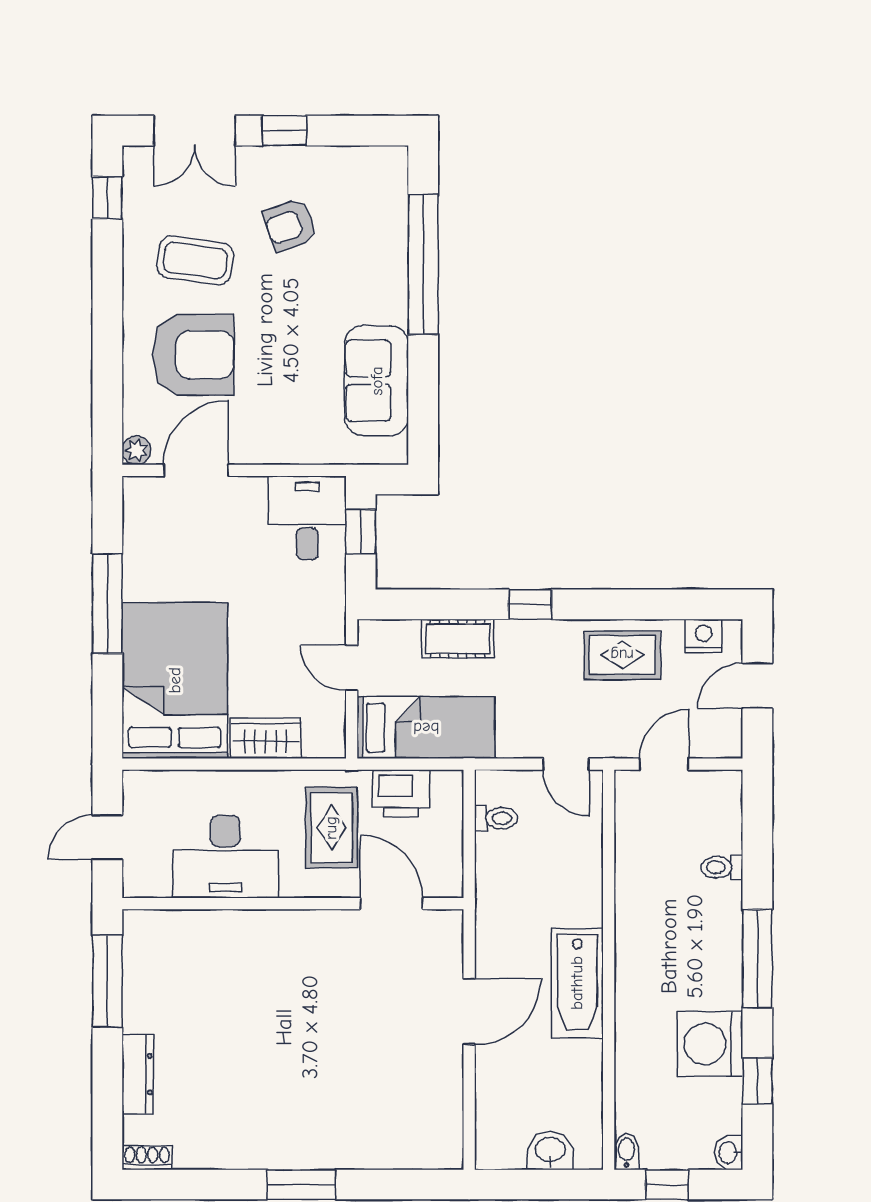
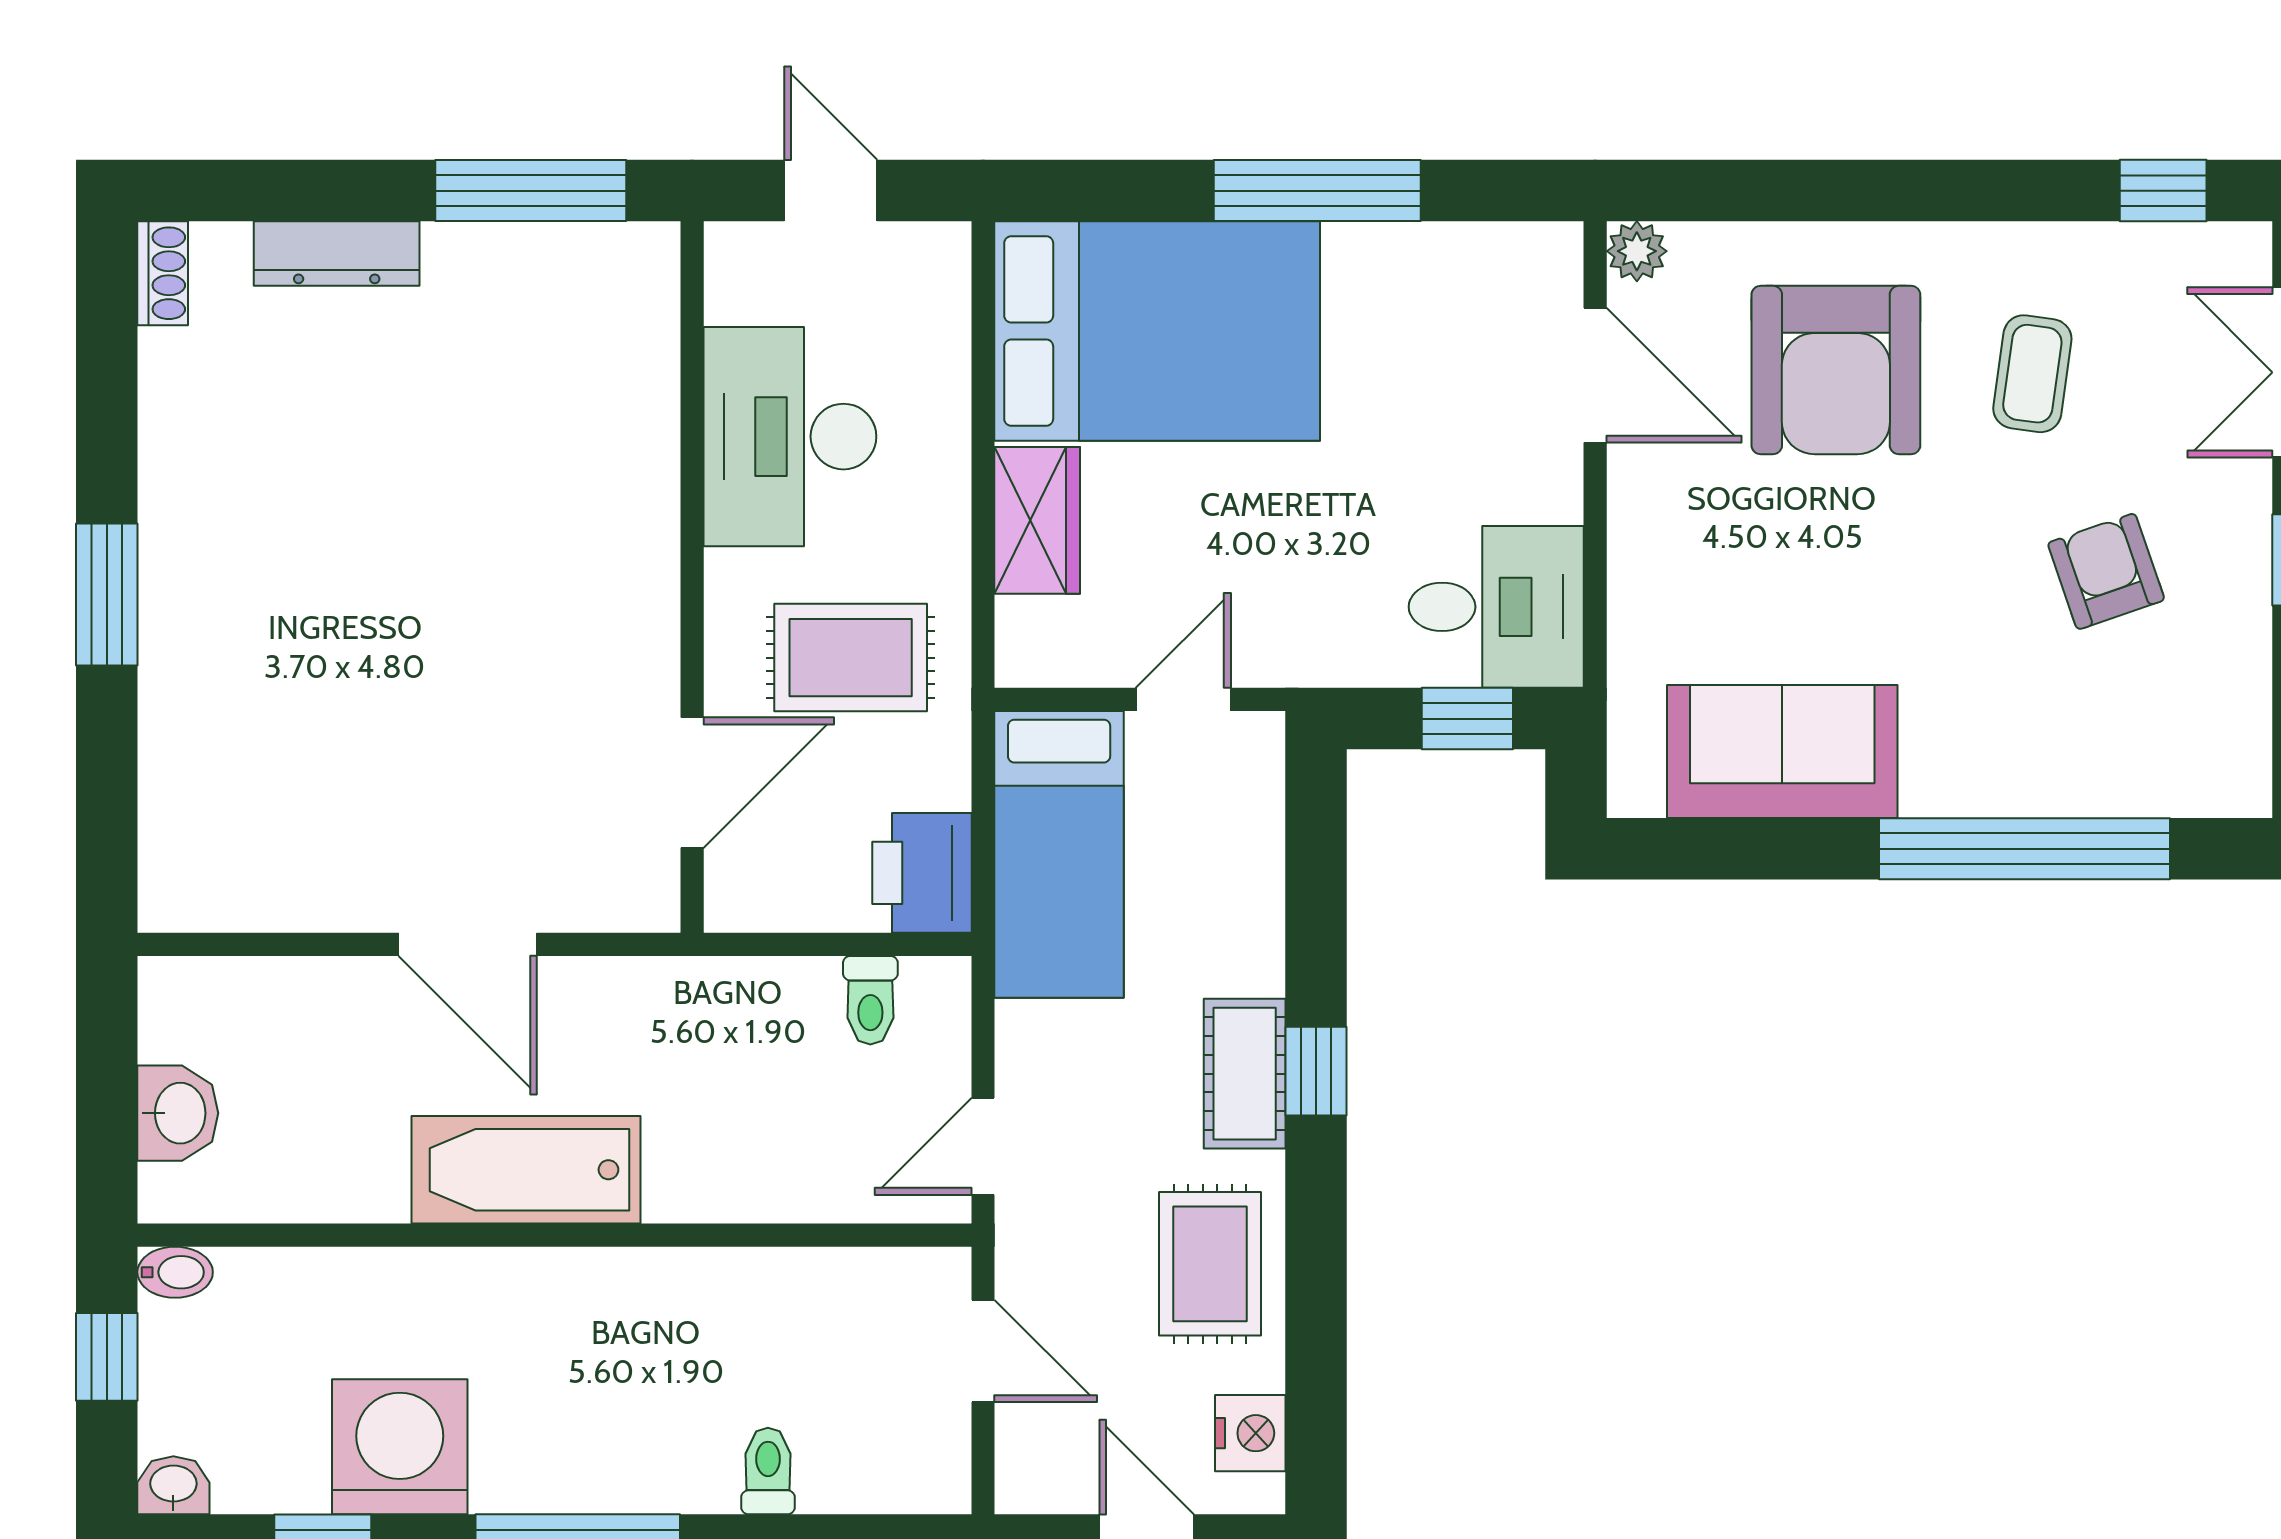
coffee table: (195, 261) -> (2032, 374), width x0.73, depth x0.77
cot: (458, 639) -> (1245, 1074), moved
printer: (401, 793) -> (922, 873), moved

